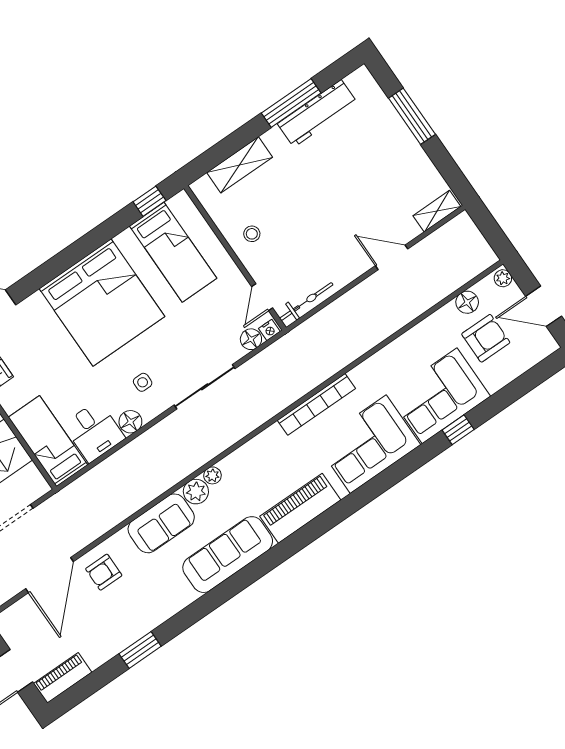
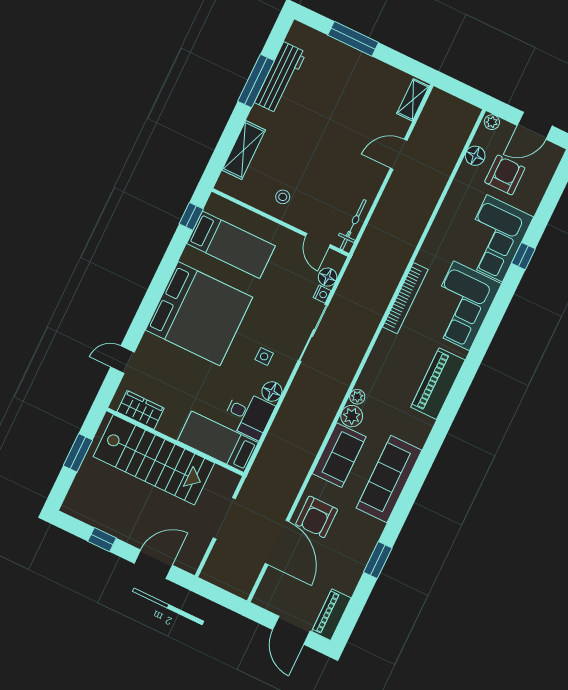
nightstand: (269, 330) -> (322, 294), moved
sofa: (228, 555) -> (389, 479), moved
armchair: (104, 572) -> (317, 517), width x1.38, depth x1.38

